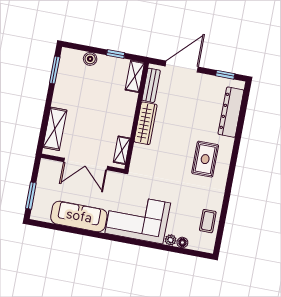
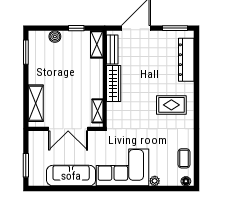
window: (225, 75) -> (175, 28), width x1.50
rug: (205, 159) -> (171, 105), turned 90
floor lamp: (182, 243) -> (186, 181), moved

